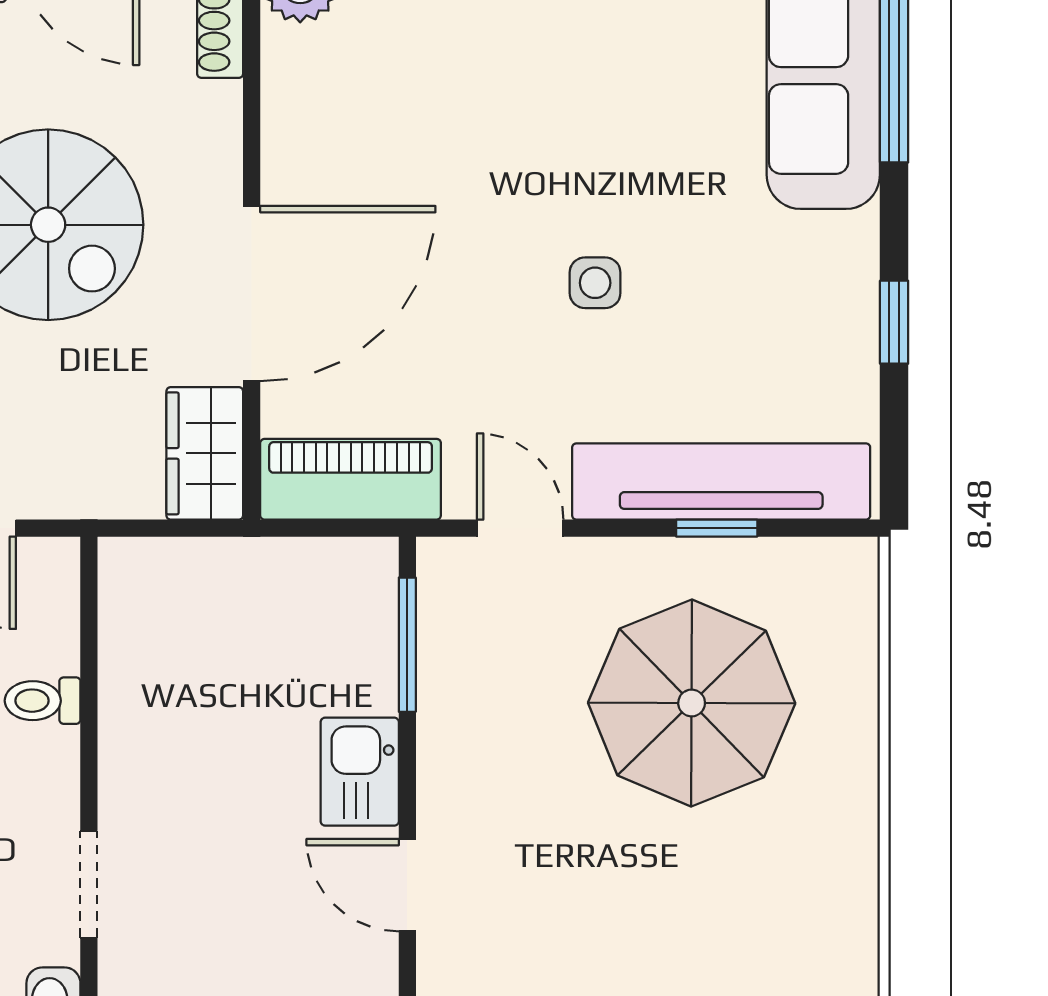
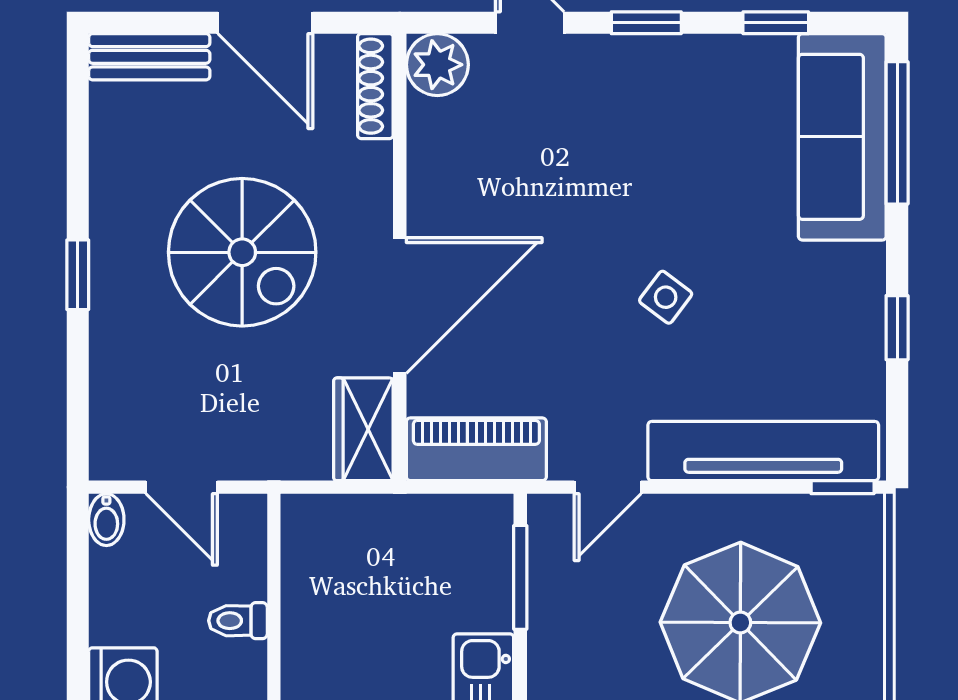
side table: (595, 283) -> (666, 297), turned 37
door: (520, 528) -> (608, 487), swing flipped
window: (717, 528) -> (843, 487), moved

